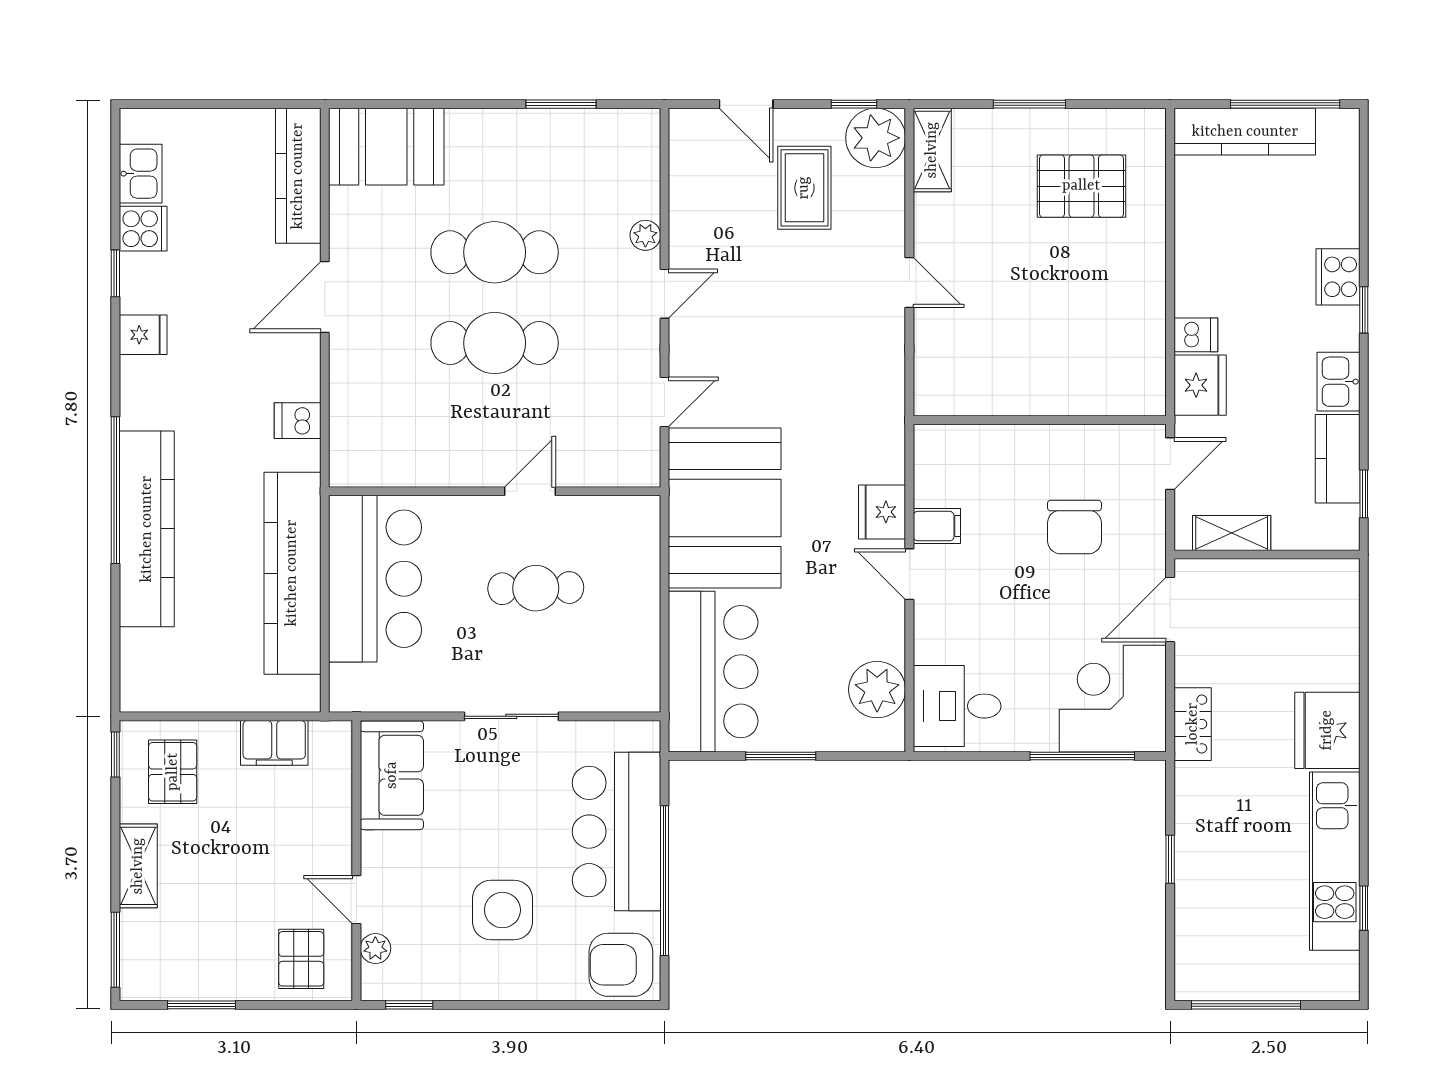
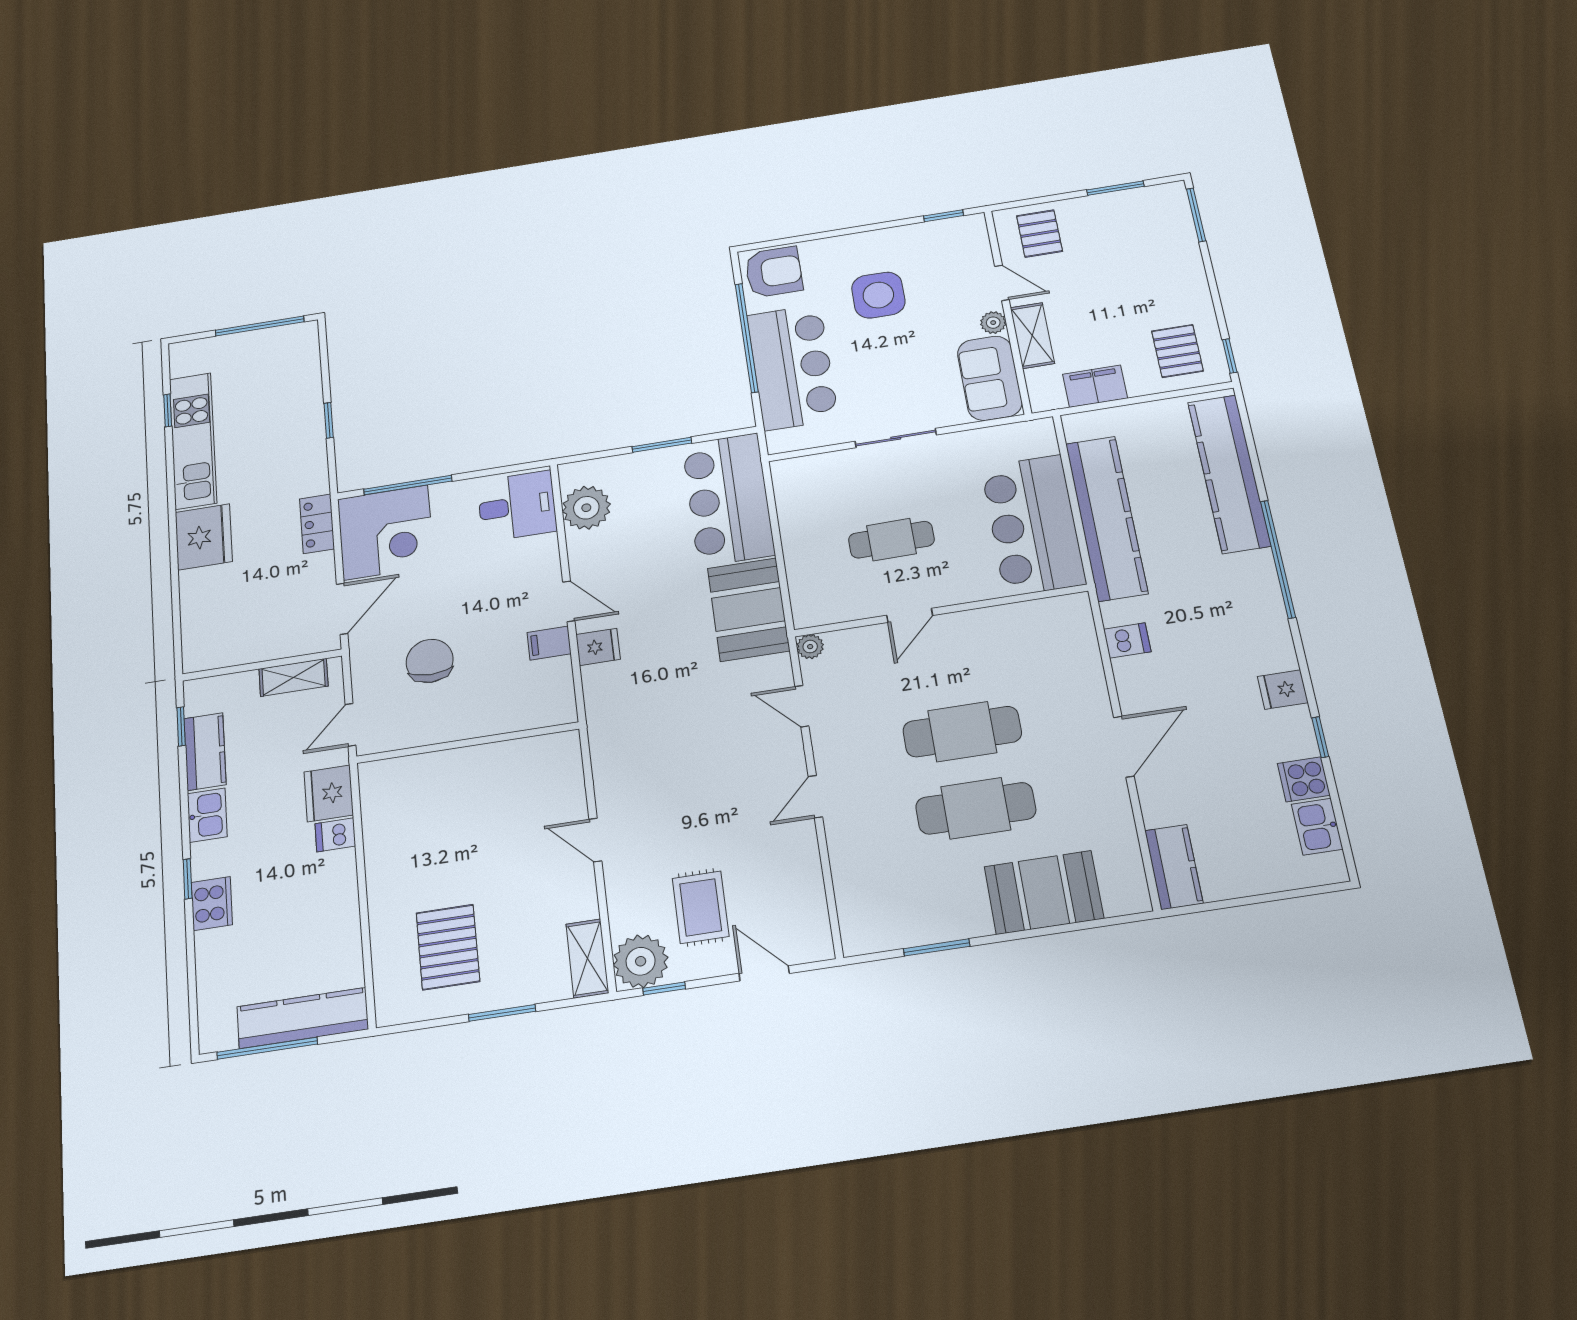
booth: (386, 147) -> (1044, 892), moved
kitchen counter: (298, 176) -> (1174, 867), width x0.67
pallet: (1081, 186) -> (448, 947), turned 90
plant: (645, 235) -> (810, 647), moved
door: (664, 402) -> (802, 706), hinge flipped
booth: (725, 508) -> (748, 609), width x0.73, depth x0.70
fridge: (882, 512) -> (598, 647), width x0.72
kitchen counter: (147, 529) -> (1229, 474), moved
shelving: (138, 866) -> (1032, 335), moved
plant: (375, 949) -> (993, 323), moved

